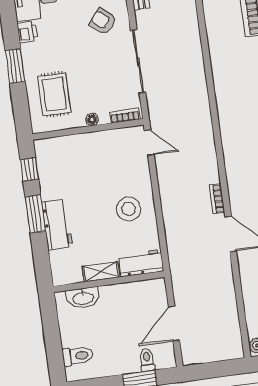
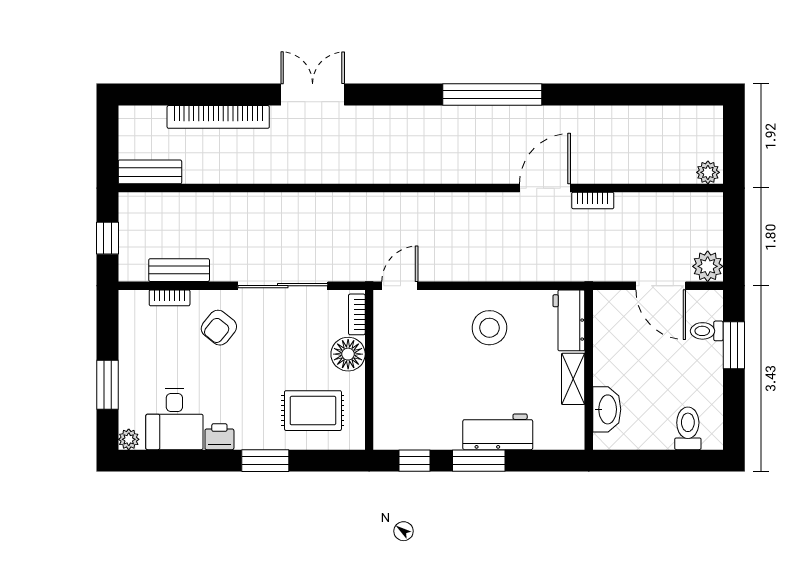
floor lamp: (92, 120) -> (348, 354), width x1.89, depth x1.89
bookcase: (217, 199) -> (593, 201), moved
plant: (192, 354) -> (708, 266), added

